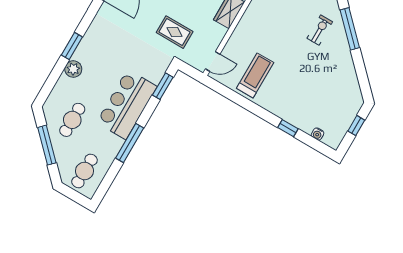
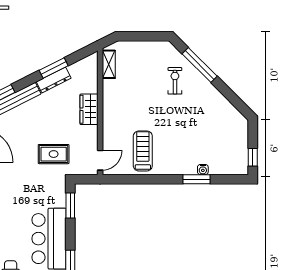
window: (356, 126) -> (253, 157), moved
window: (288, 128) -> (196, 179), width x1.50
water cooler: (318, 134) -> (203, 170), moved

